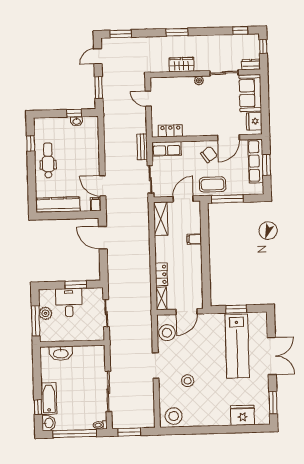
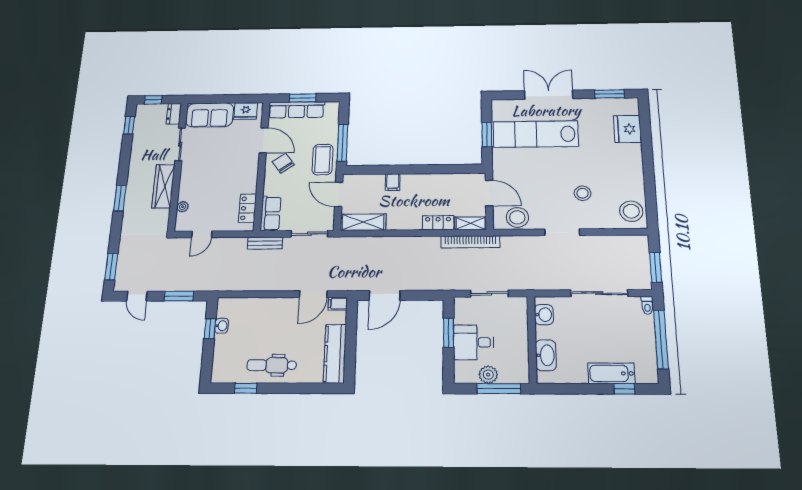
wardrobe: (182, 65) -> (163, 186), width x1.50
plant: (199, 81) -> (183, 207), moved
bookcase: (147, 298) -> (470, 242), added
lab bench: (237, 346) -> (536, 134), turned 180
washbasin: (49, 423) -> (544, 315), moved, turned 90

